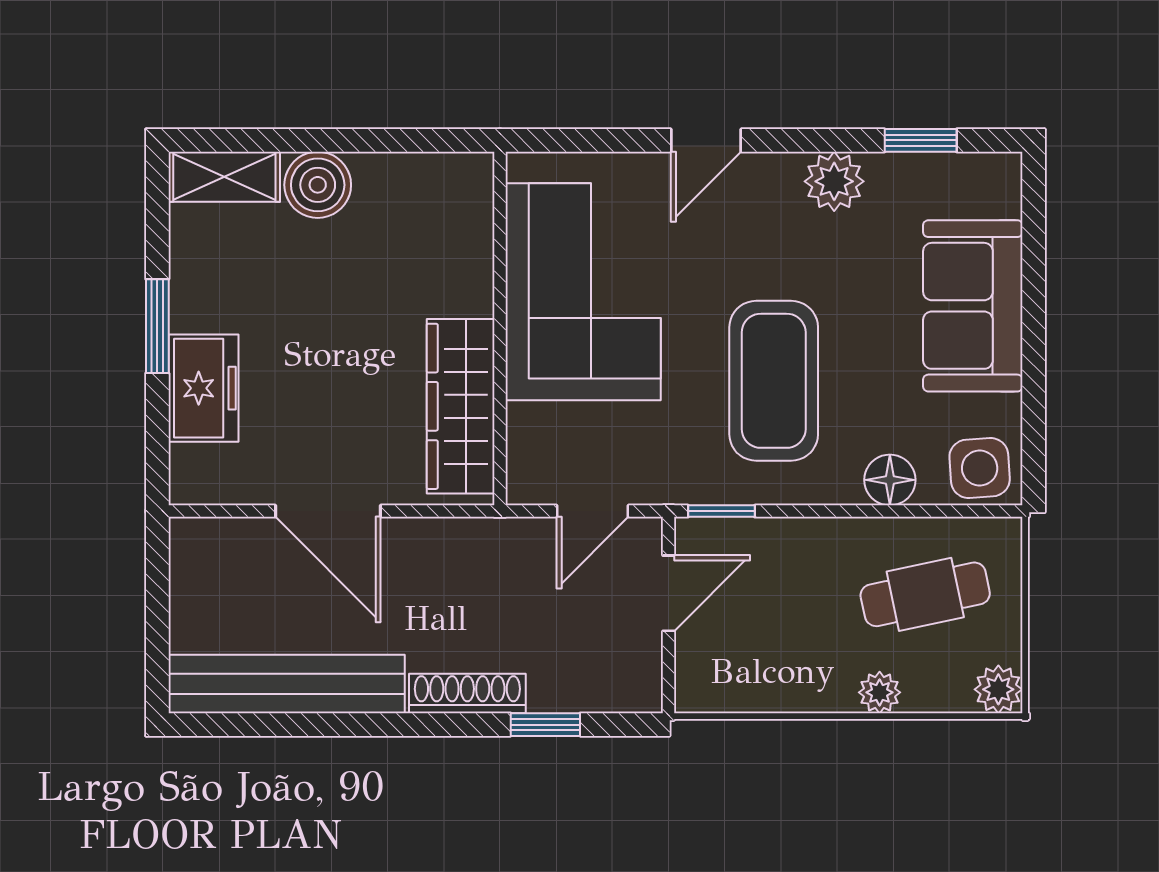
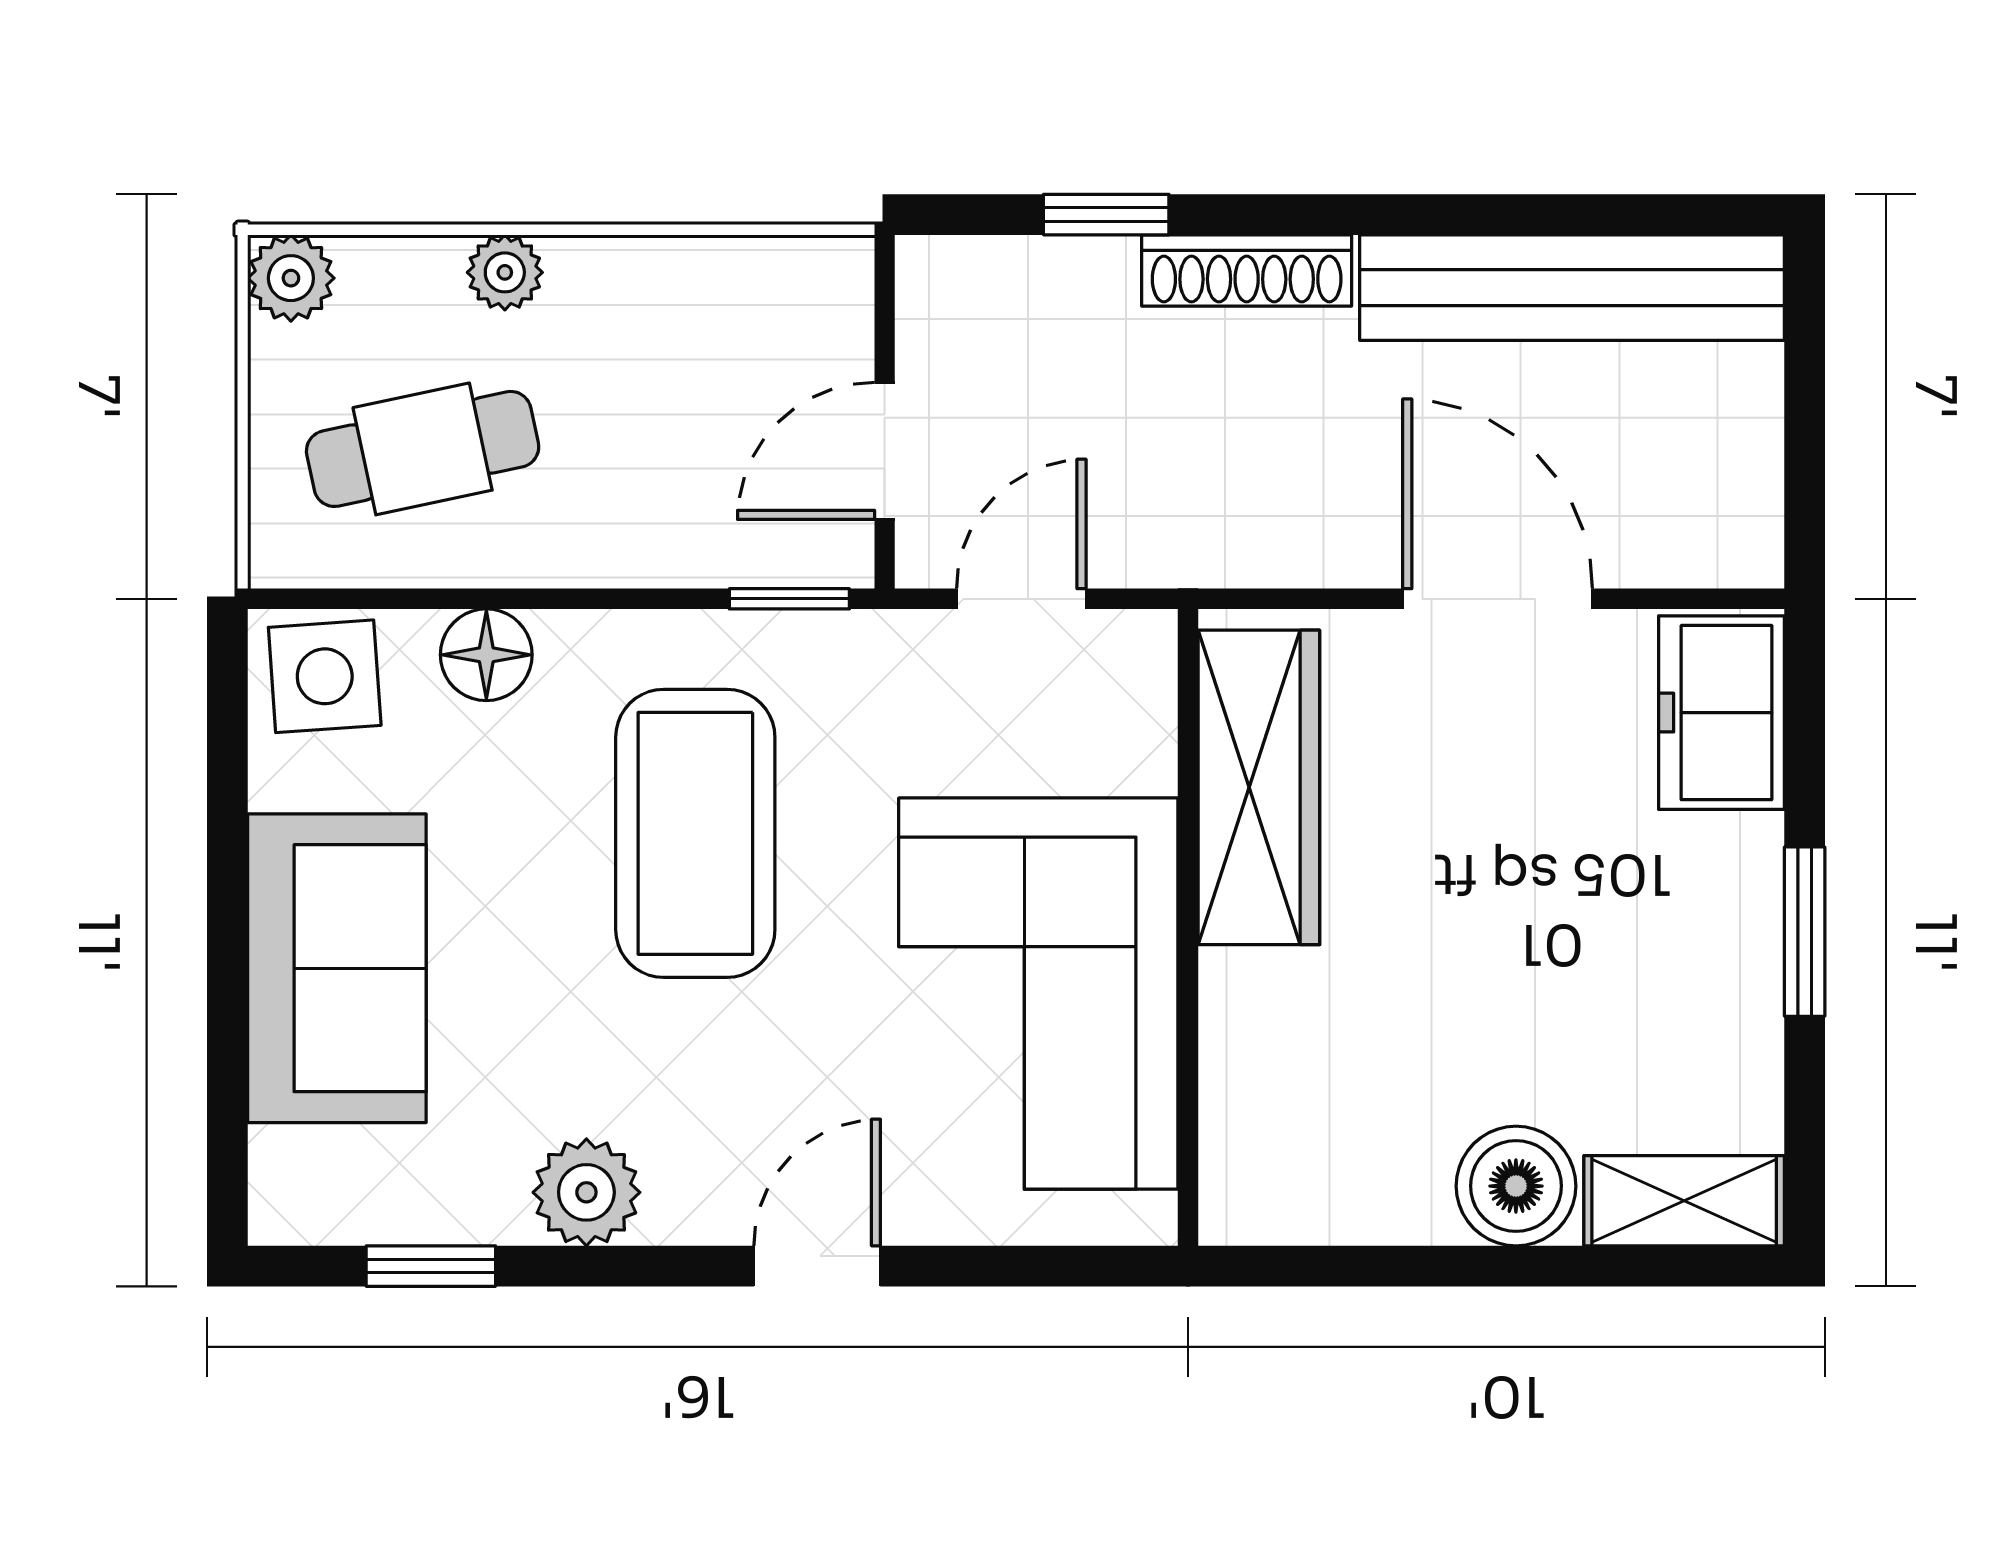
freezer: (204, 388) -> (1721, 713), moved

